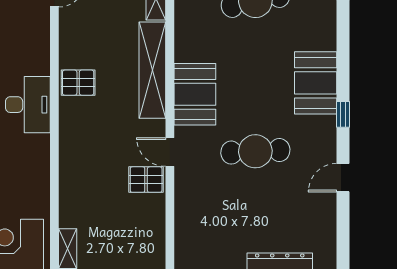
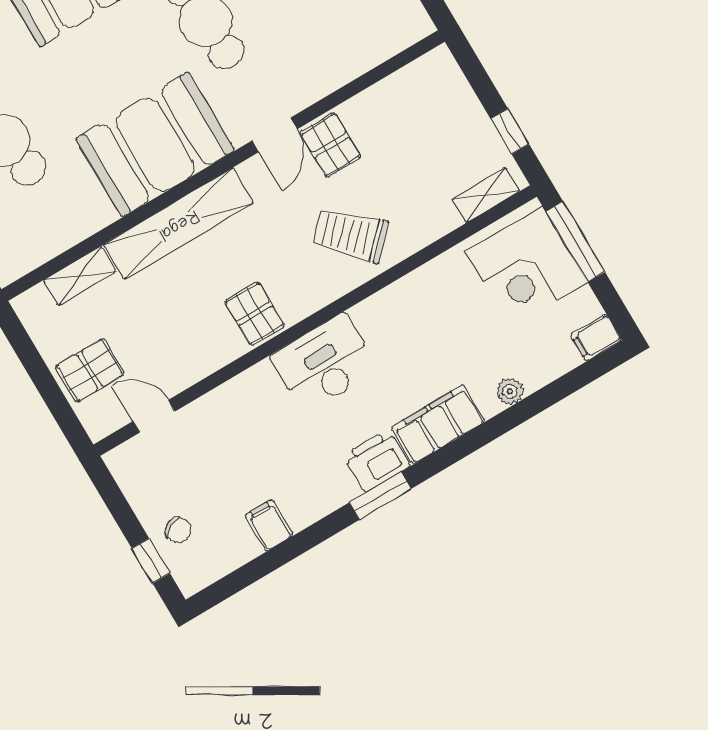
booth: (195, 94) -> (155, 144), width x1.36, depth x1.42
trolley: (90, 161) -> (350, 235), added

